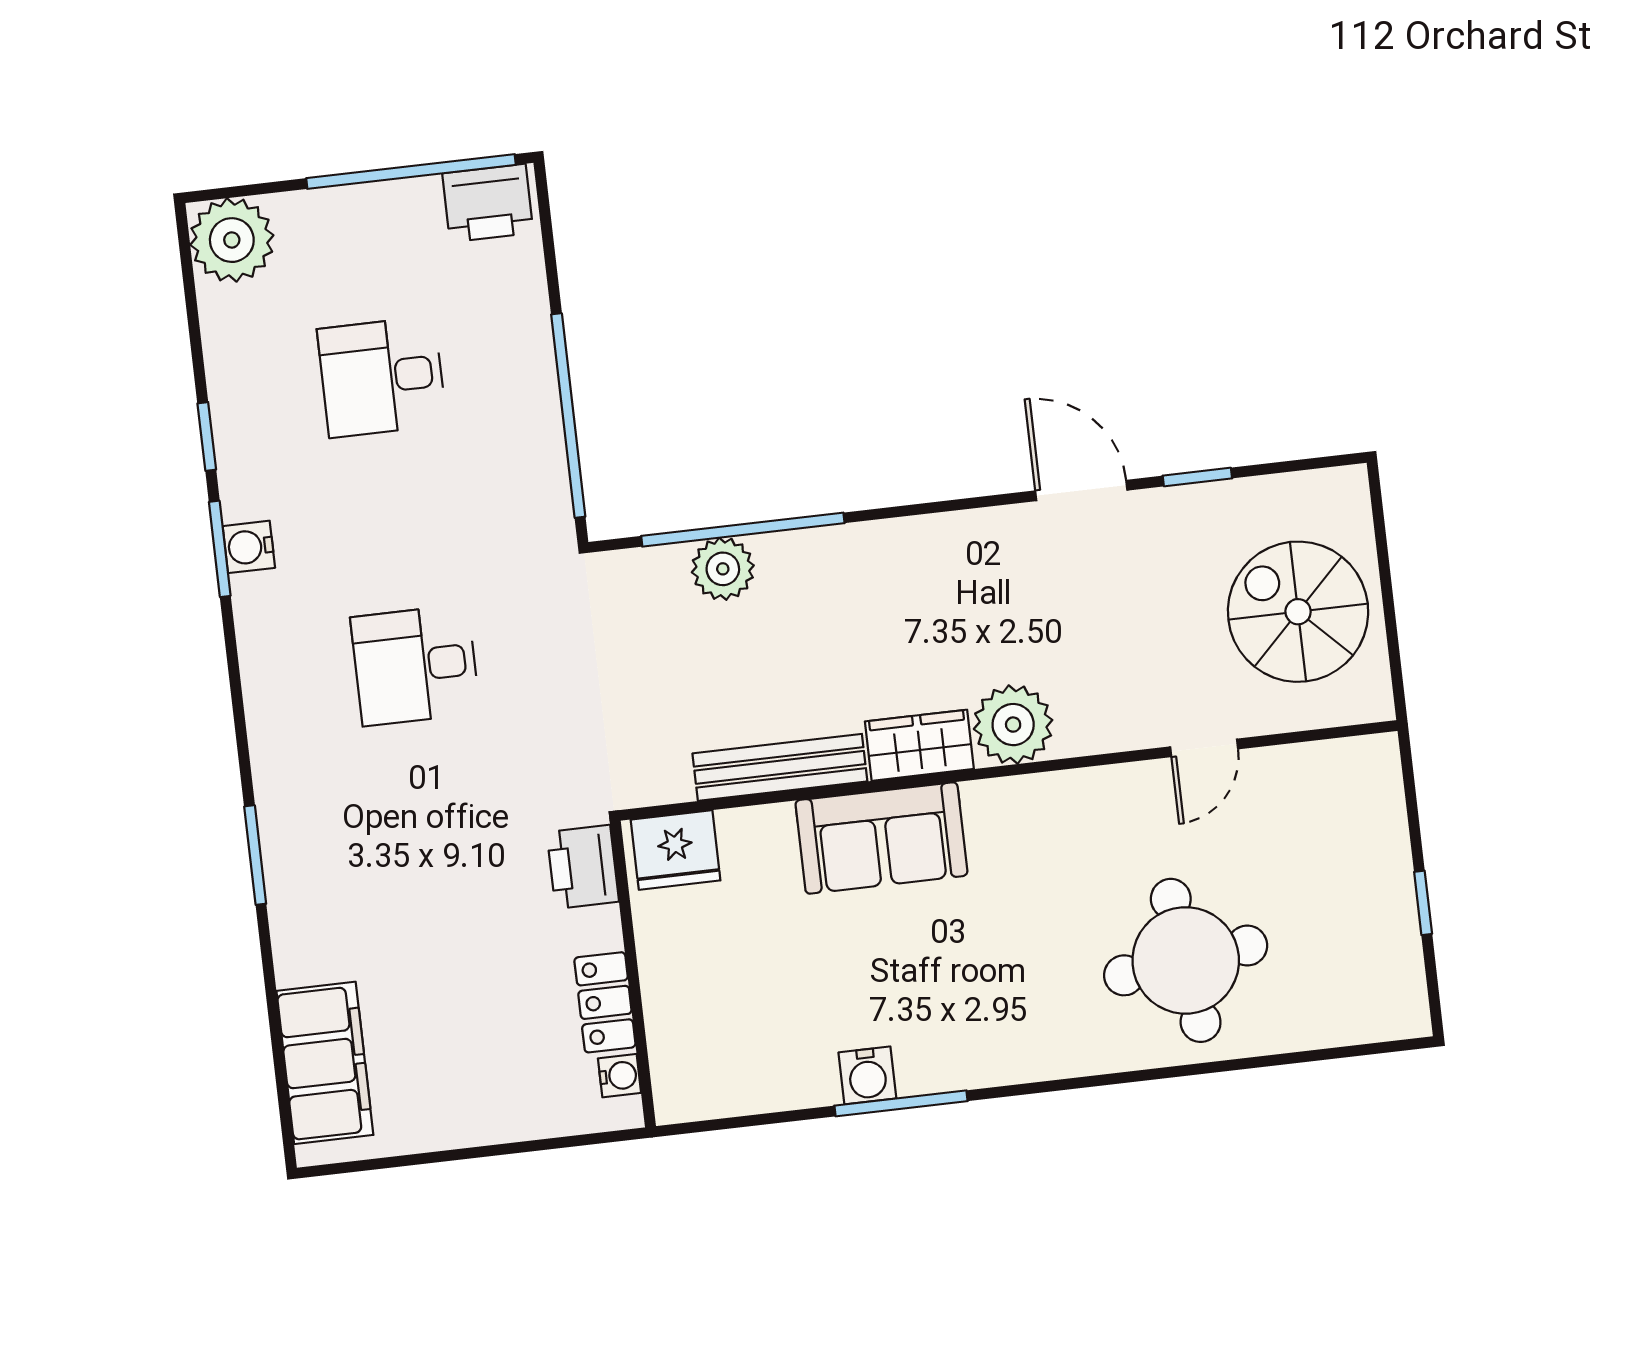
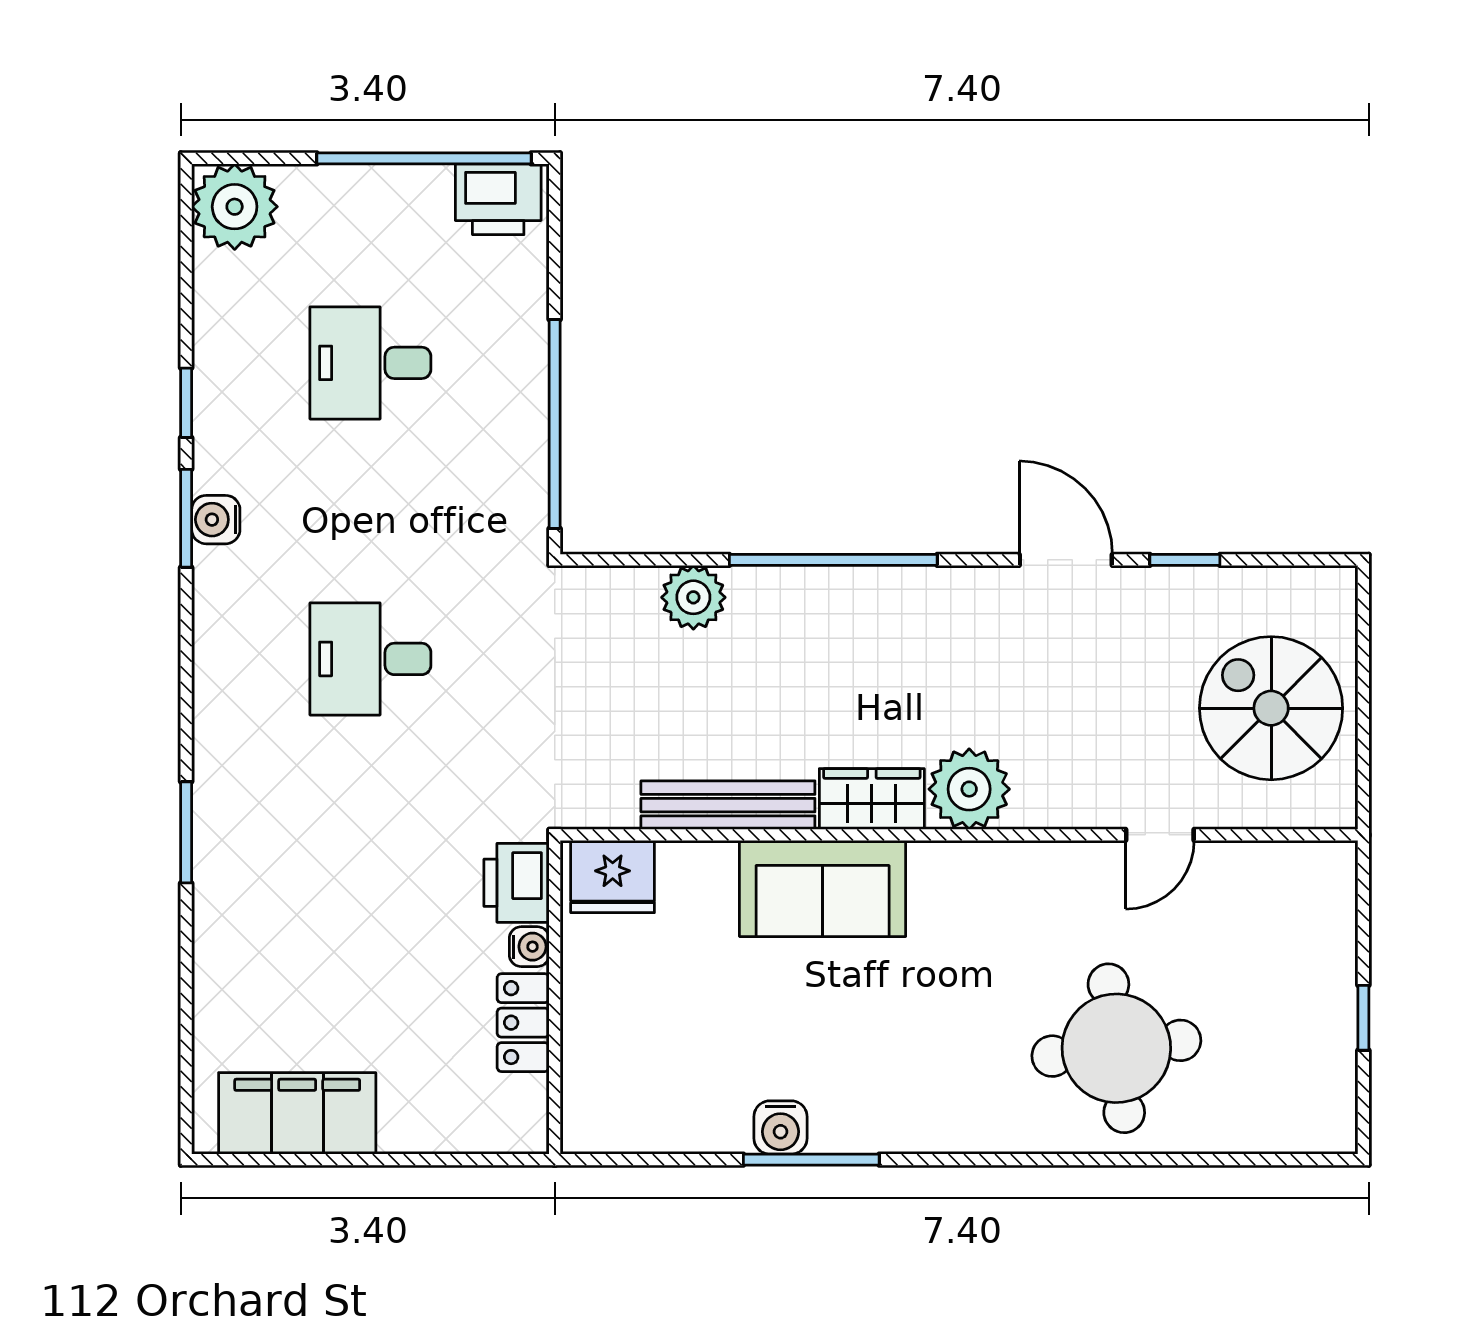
window: (743, 530) -> (833, 560), moved
filing cabinet: (325, 1063) -> (297, 1113), moved, turned -90
water cooler: (619, 1076) -> (529, 947), moved

